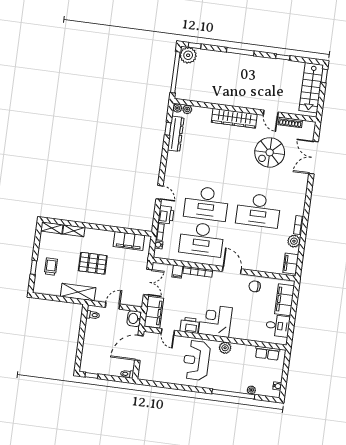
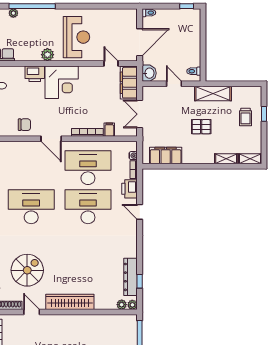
pallet: (93, 263) -> (201, 127), width x0.67, depth x0.71
door: (112, 306) -> (174, 84), swing flipped
printer: (190, 325) -> (35, 74), moved

